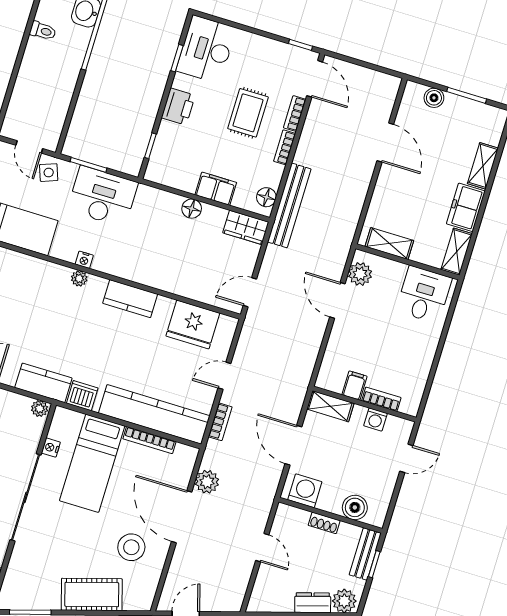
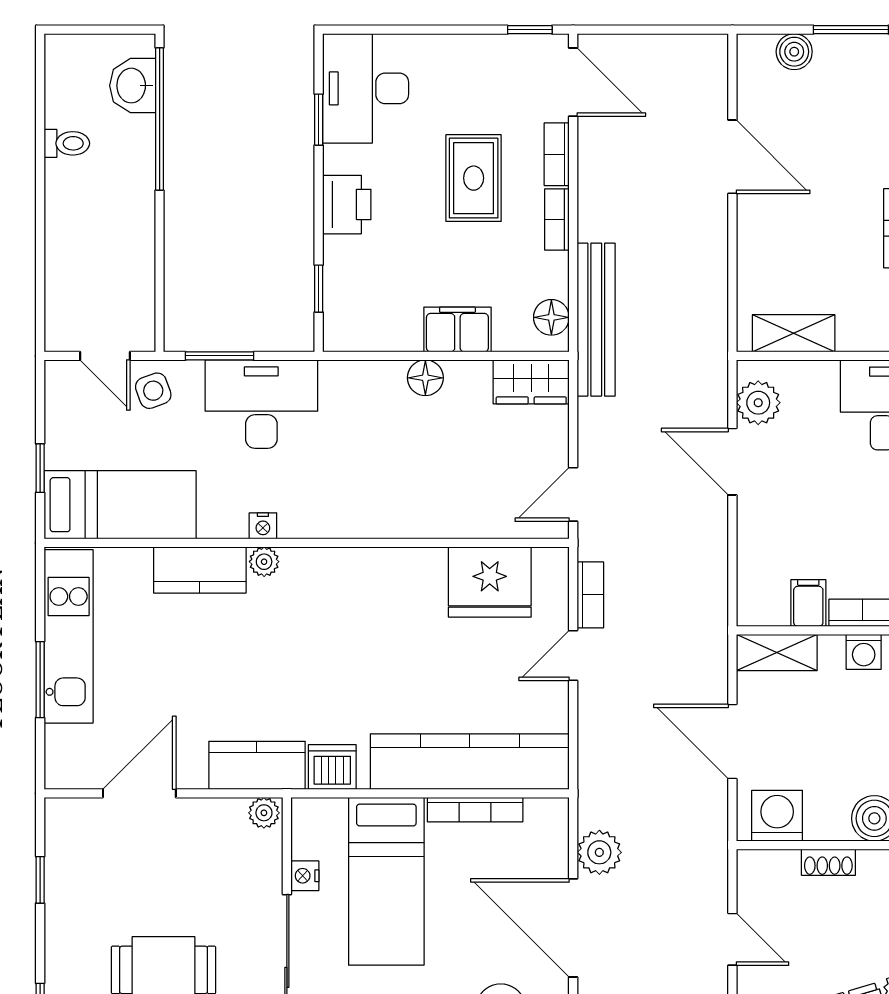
kitchen counter: (130, 299) -> (200, 570), moved
bookcase: (220, 422) -> (590, 595), moved

